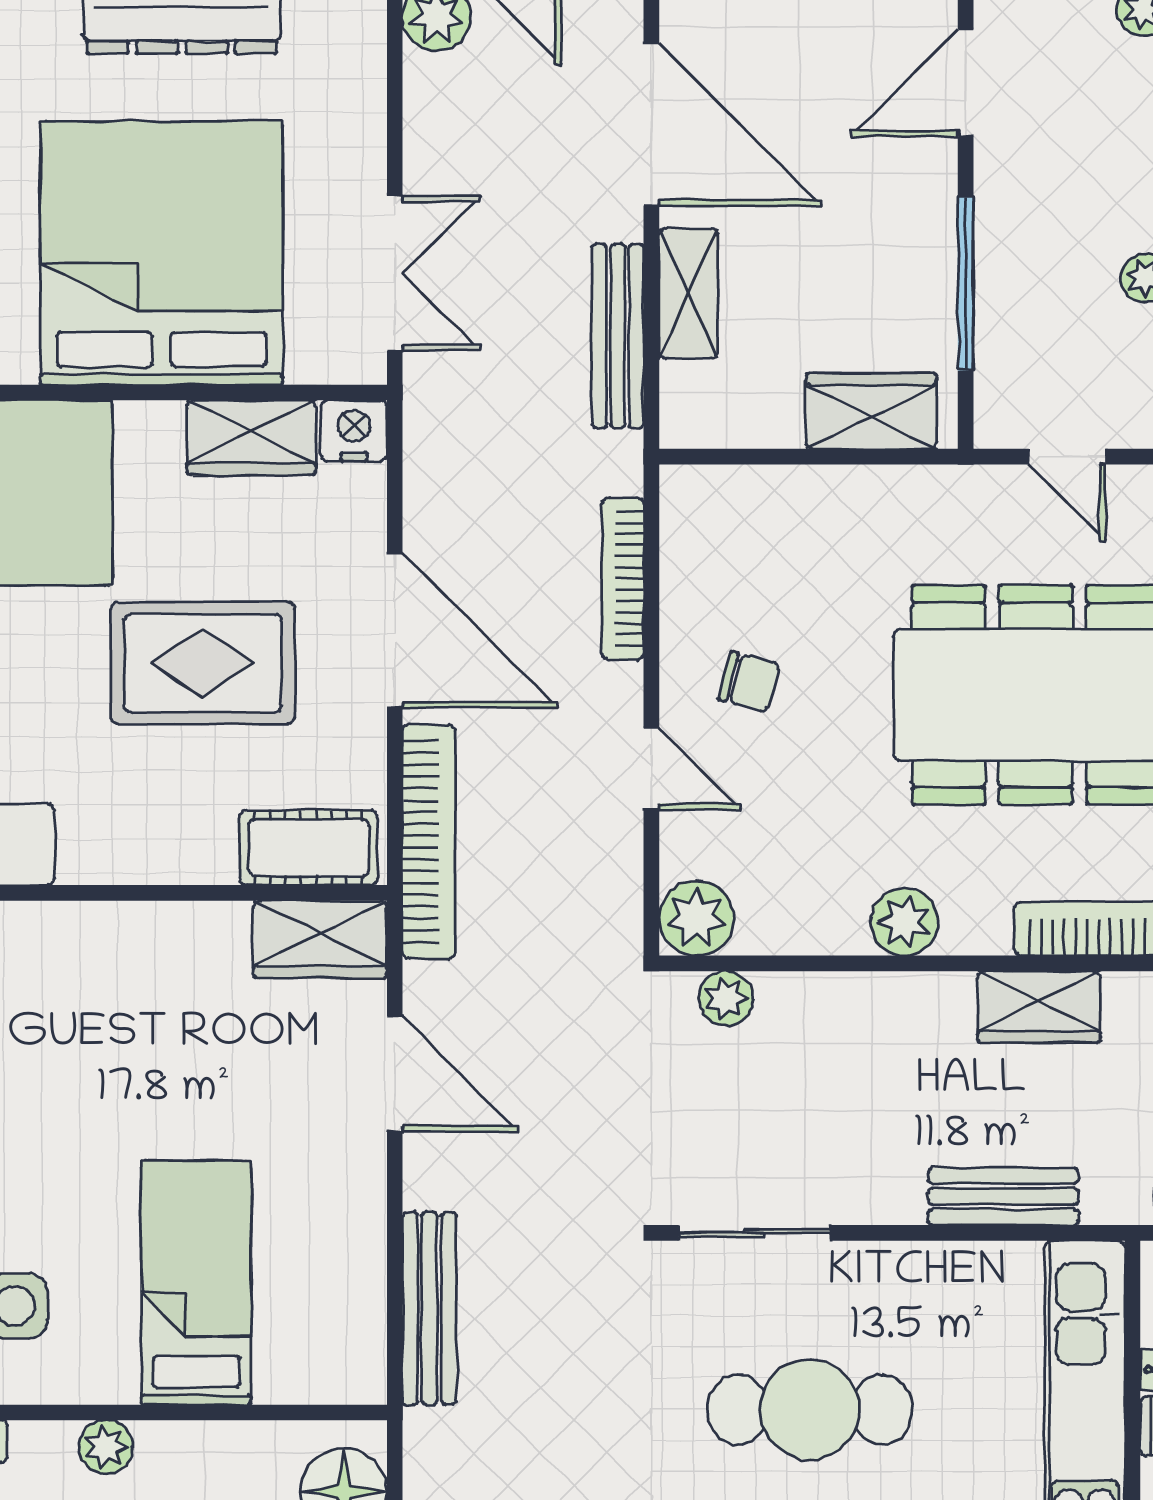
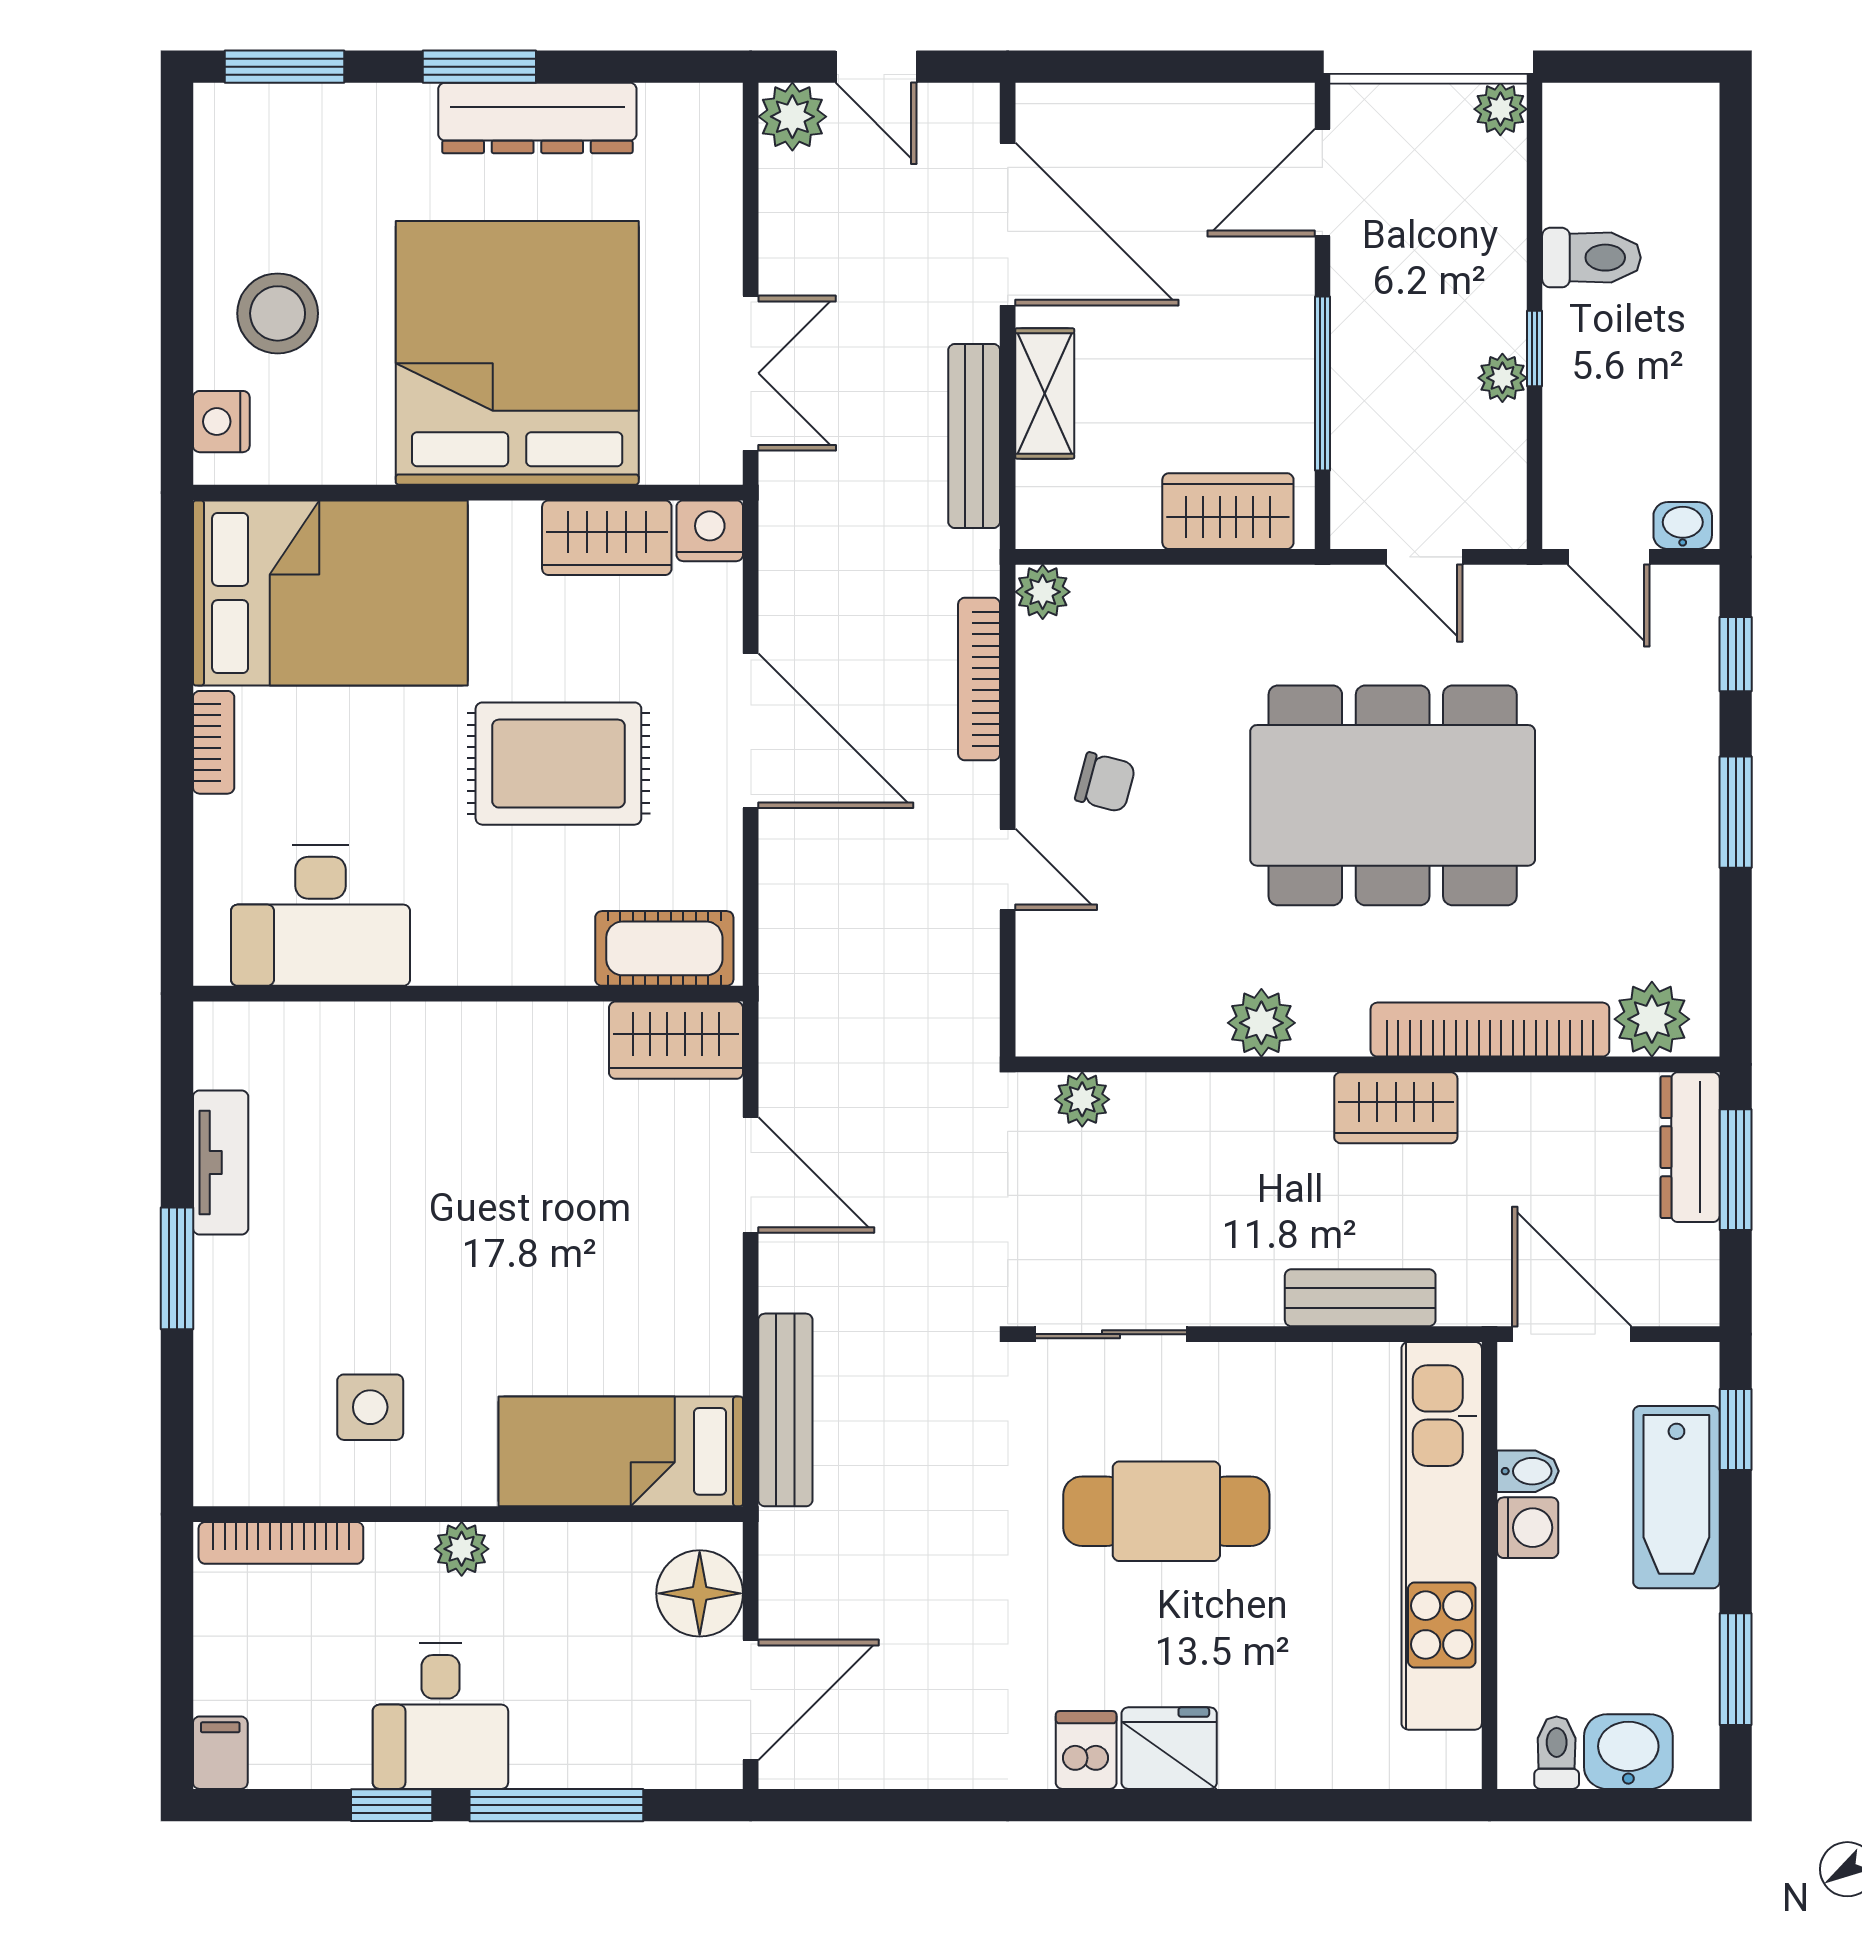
bookcase: (429, 841) -> (785, 942), removed
plant: (697, 918) -> (1043, 592), moved, width x0.73, depth x0.73
bed: (196, 1283) -> (621, 1451), moved, turned -90

